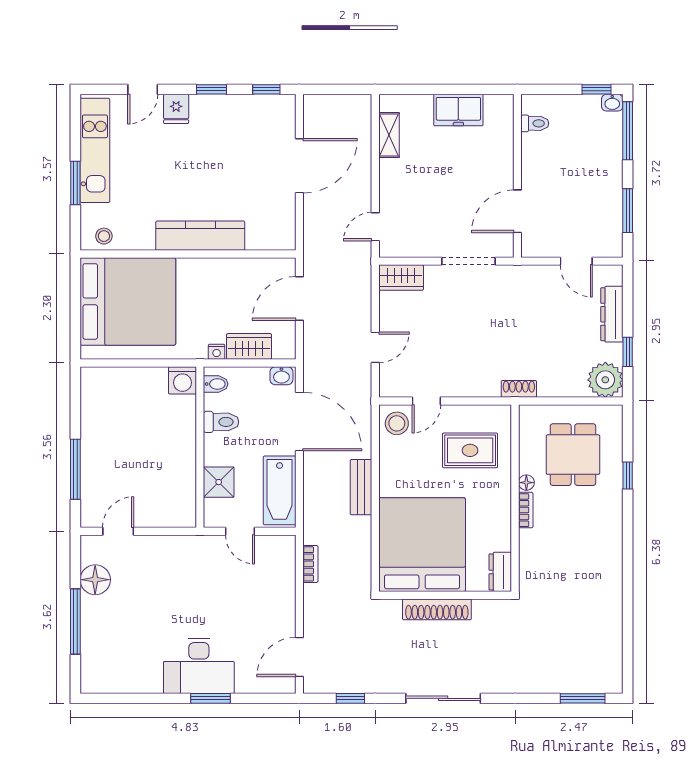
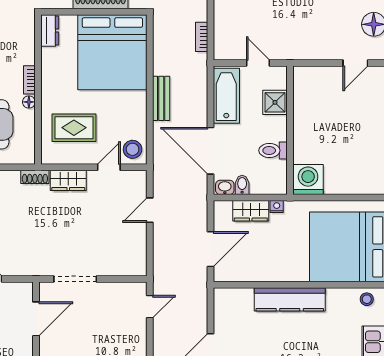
wardrobe: (401, 278) -> (68, 180), moved, turned 180
washing machine: (182, 380) -> (308, 180), width x1.37, depth x1.37
bidet: (216, 384) -> (242, 185), moved, turned 90

